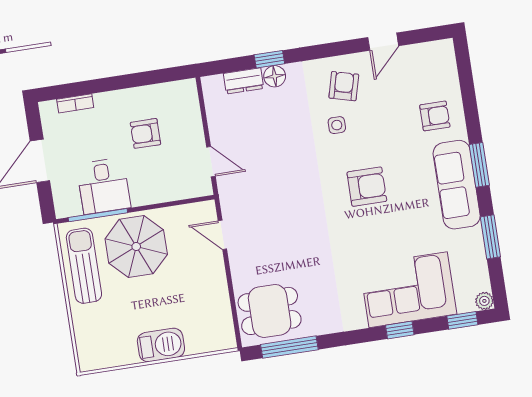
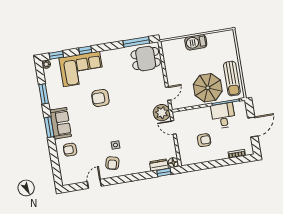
window: (269, 59) -> (164, 172), moved
floor lamp: (275, 76) -> (173, 163), moved
sofa: (457, 185) -> (60, 123), width x0.73
armchair: (367, 187) -> (100, 98), moved
plant: (236, 194) -> (162, 113), added
door: (222, 235) -> (168, 94), hinge flipped

